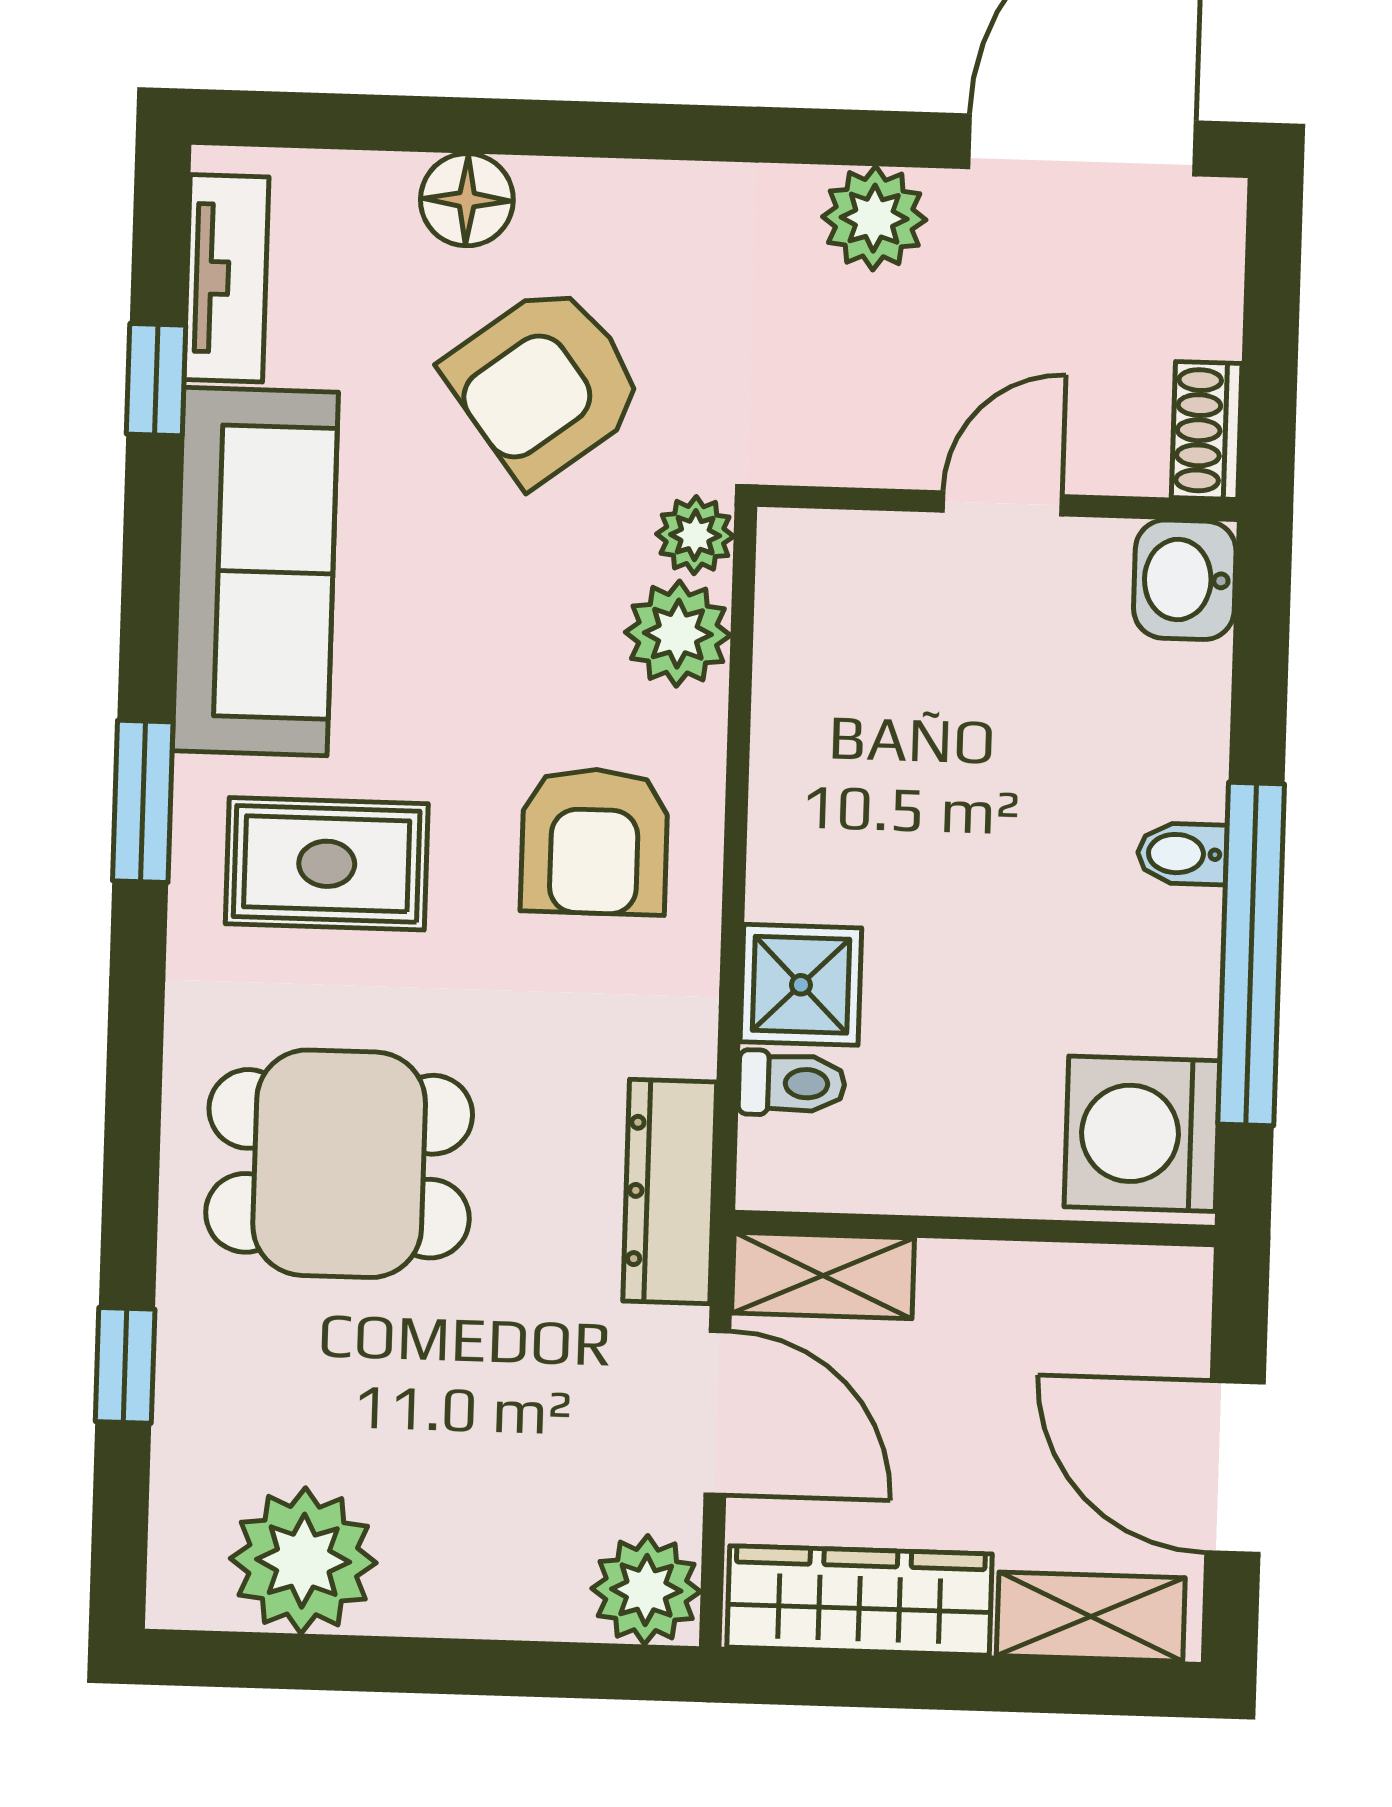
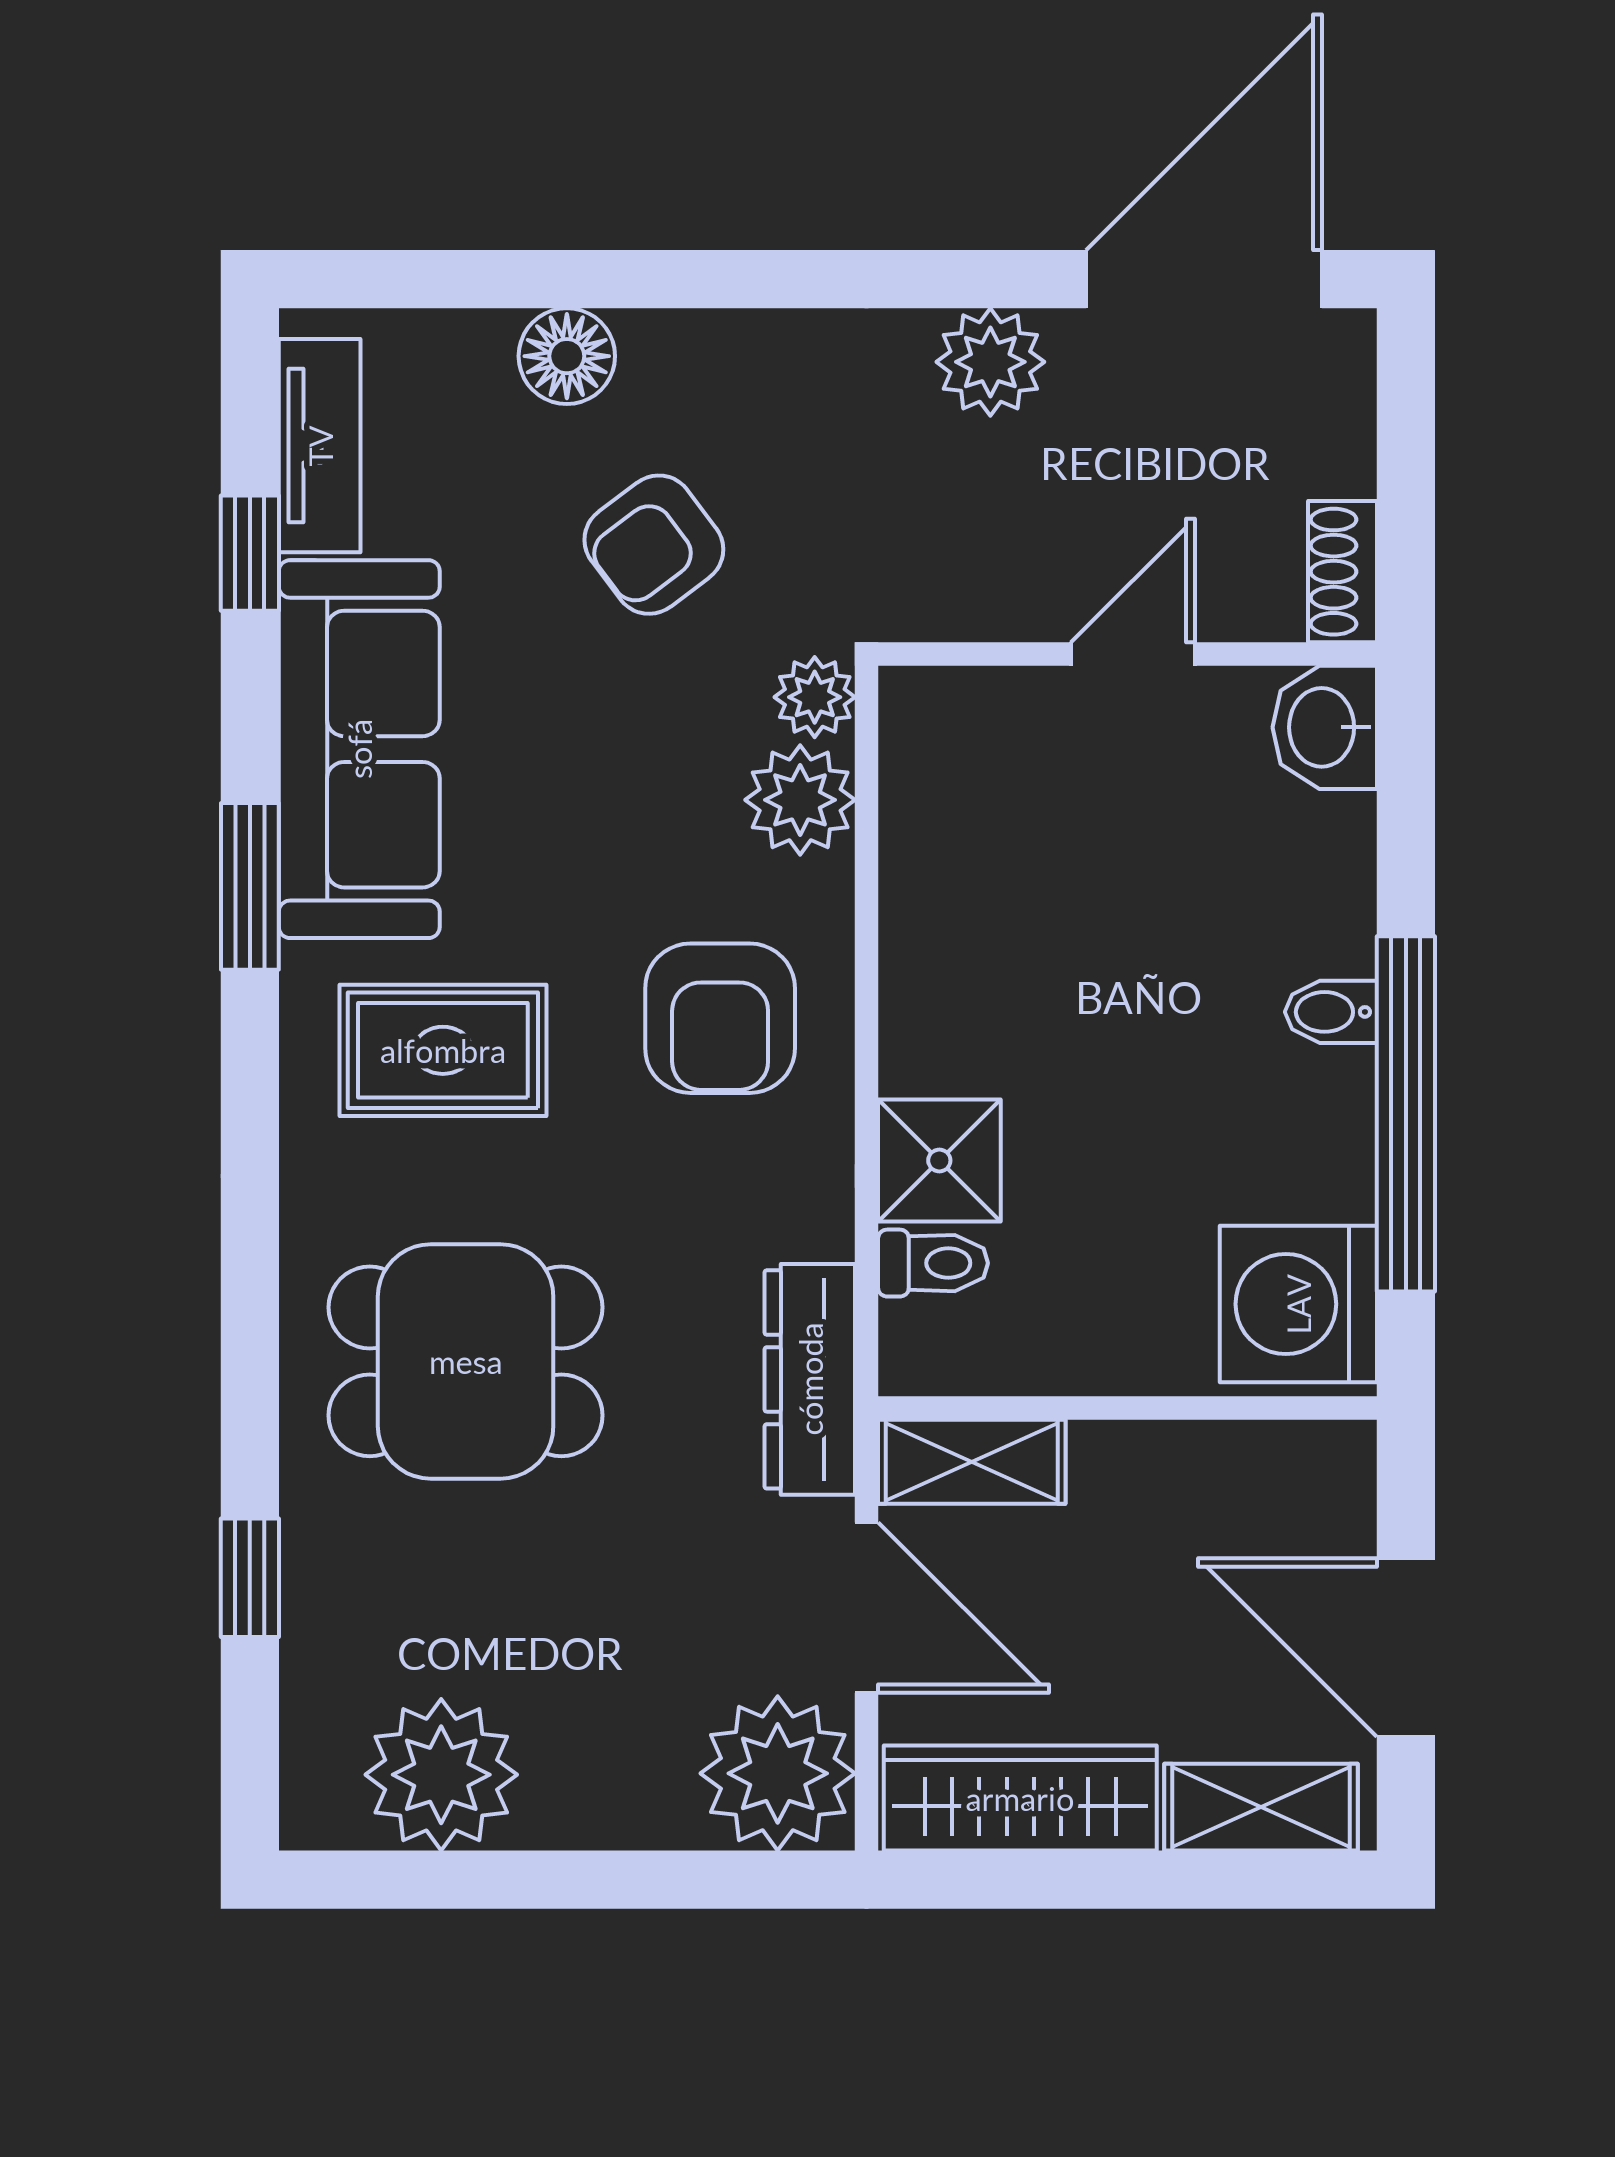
armchair: (545, 384) -> (654, 545), width x0.72, depth x0.72
window: (143, 801) -> (250, 886), moved
plant: (646, 1590) -> (778, 1773), width x1.36, depth x1.36

